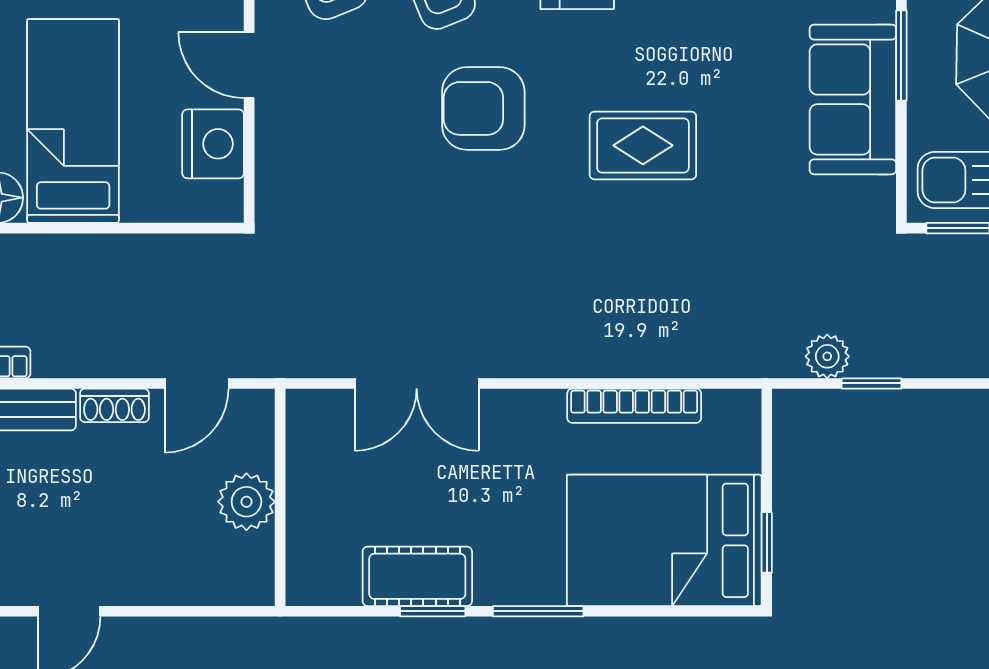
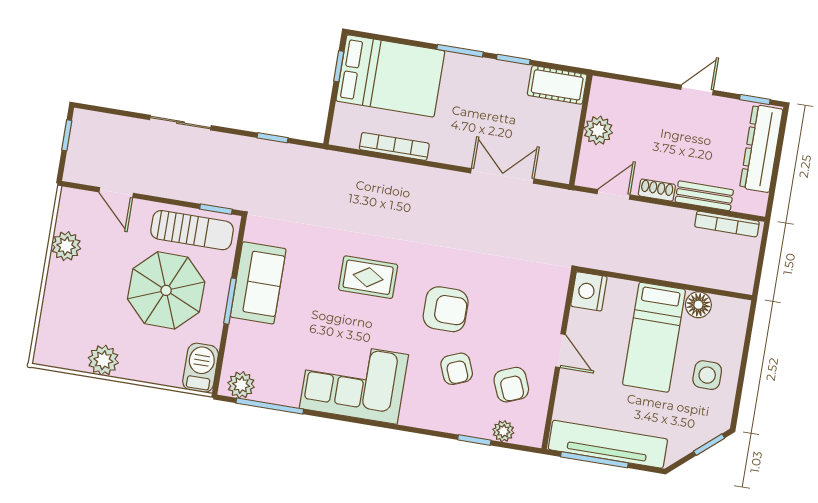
nightstand: (213, 144) -> (589, 291), moved
plant: (827, 356) -> (293, 155), removed
cot: (417, 576) -> (557, 85), moved

